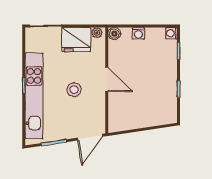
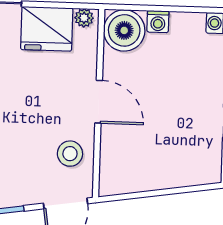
boiler: (114, 34) -> (124, 30), width x1.86, depth x1.86
stool: (74, 90) -> (70, 154), moved

